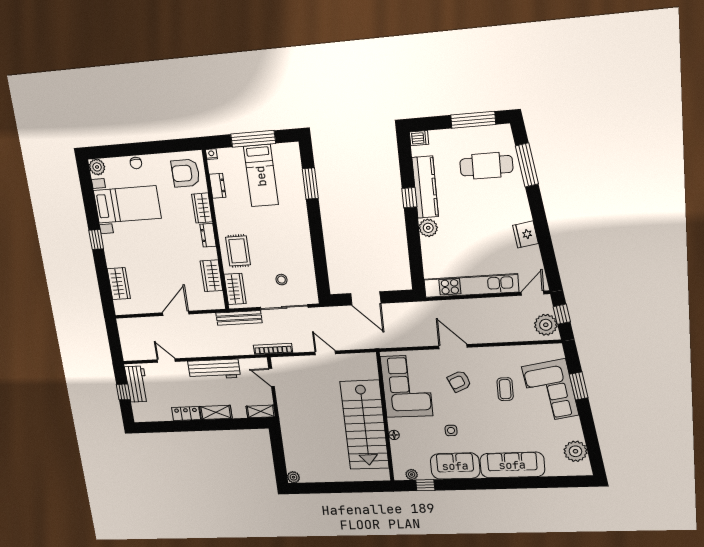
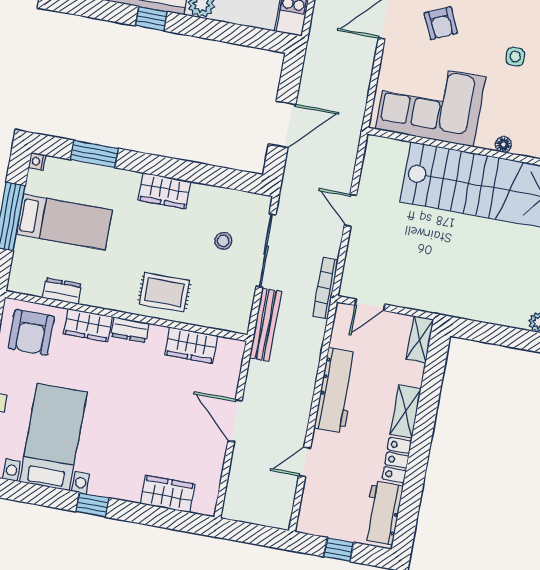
nightstand: (211, 154) -> (37, 161), moved
wardrobe: (235, 289) -> (165, 191), moved, turned 180
door: (325, 353) -> (350, 210), hinge flipped
workbench: (137, 384) -> (383, 513), moved, turned -90

